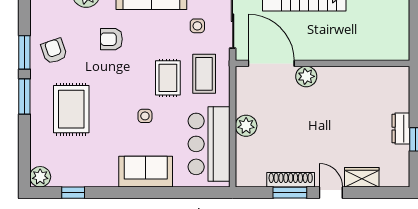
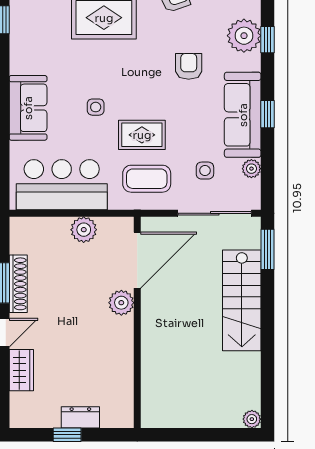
door: (271, 63) -> (137, 260), moved
wall: (322, 63) -> (137, 322), moved
plant: (306, 76) -> (121, 303), moved

